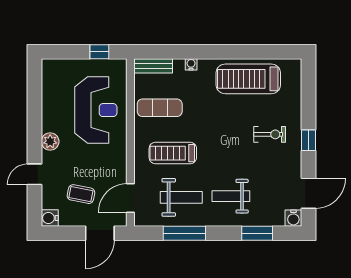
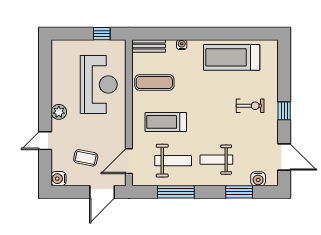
door: (309, 193) -> (284, 157), hinge flipped
water cooler: (293, 218) -> (258, 179), moved

